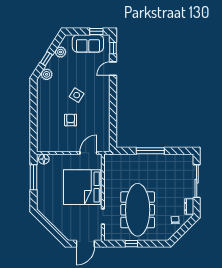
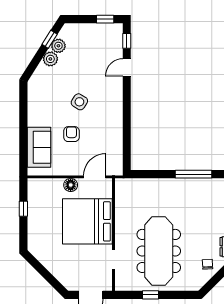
sofa: (88, 43) -> (39, 147), moved, turned -90
window: (46, 59) -> (50, 39), moved
plant: (47, 74) -> (50, 59), moved
window: (150, 151) -> (194, 174), moved
floor lamp: (44, 159) -> (71, 185), moved
window: (33, 177) -> (23, 209), width x0.46

